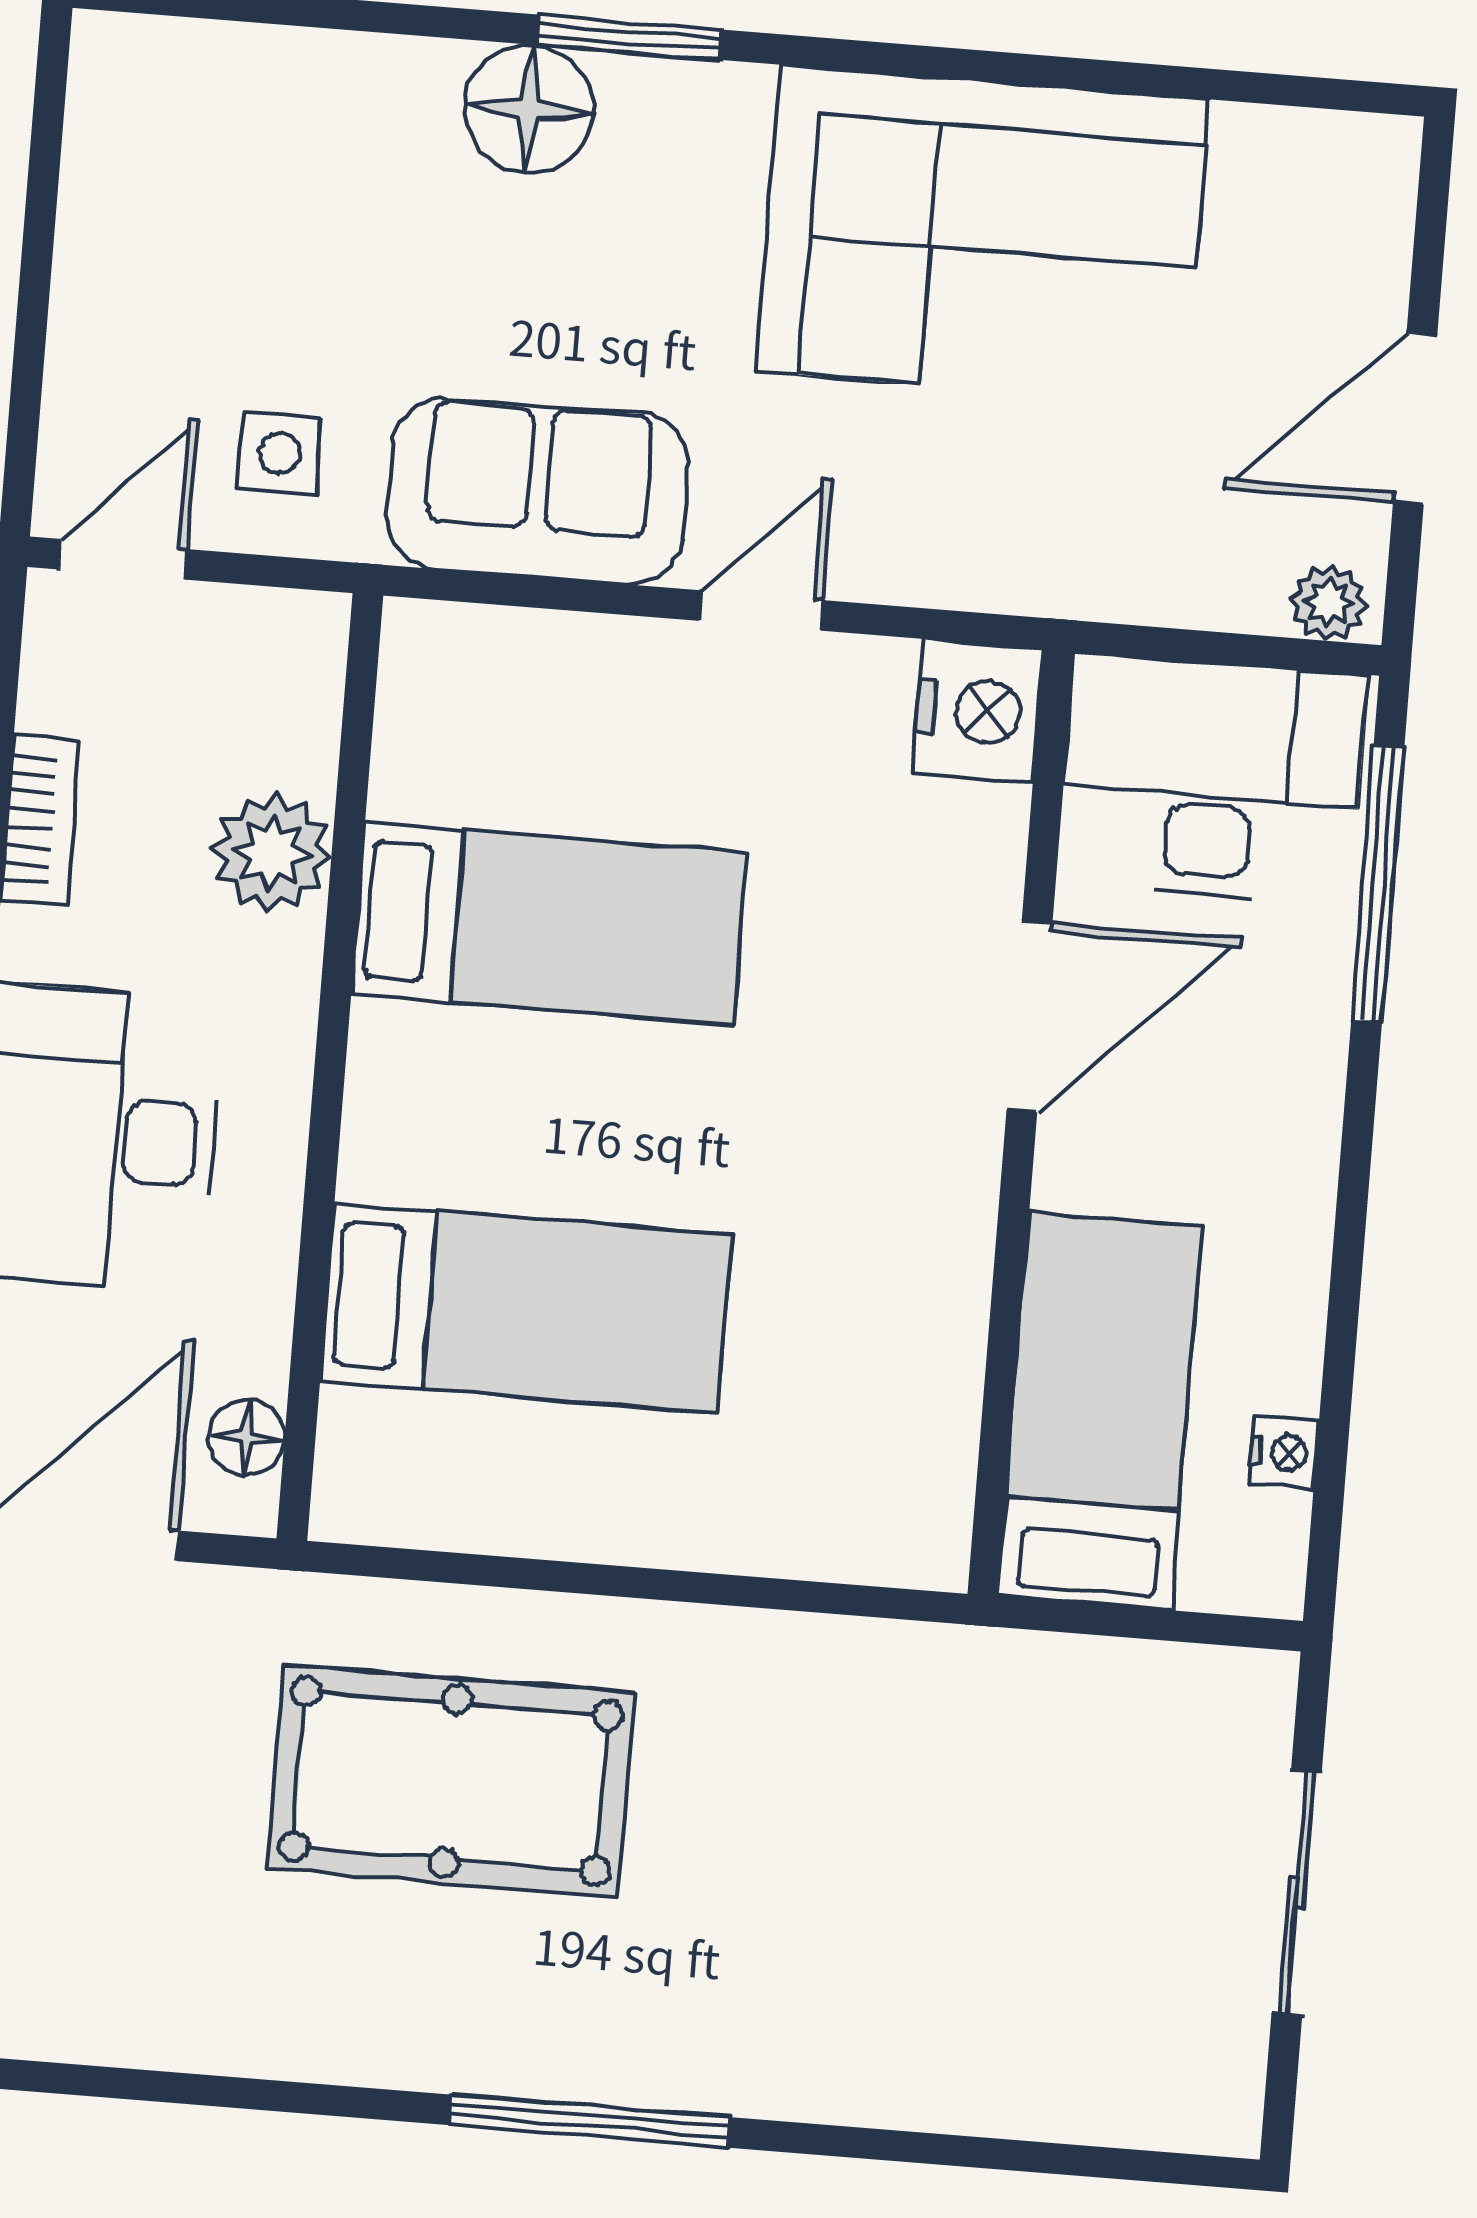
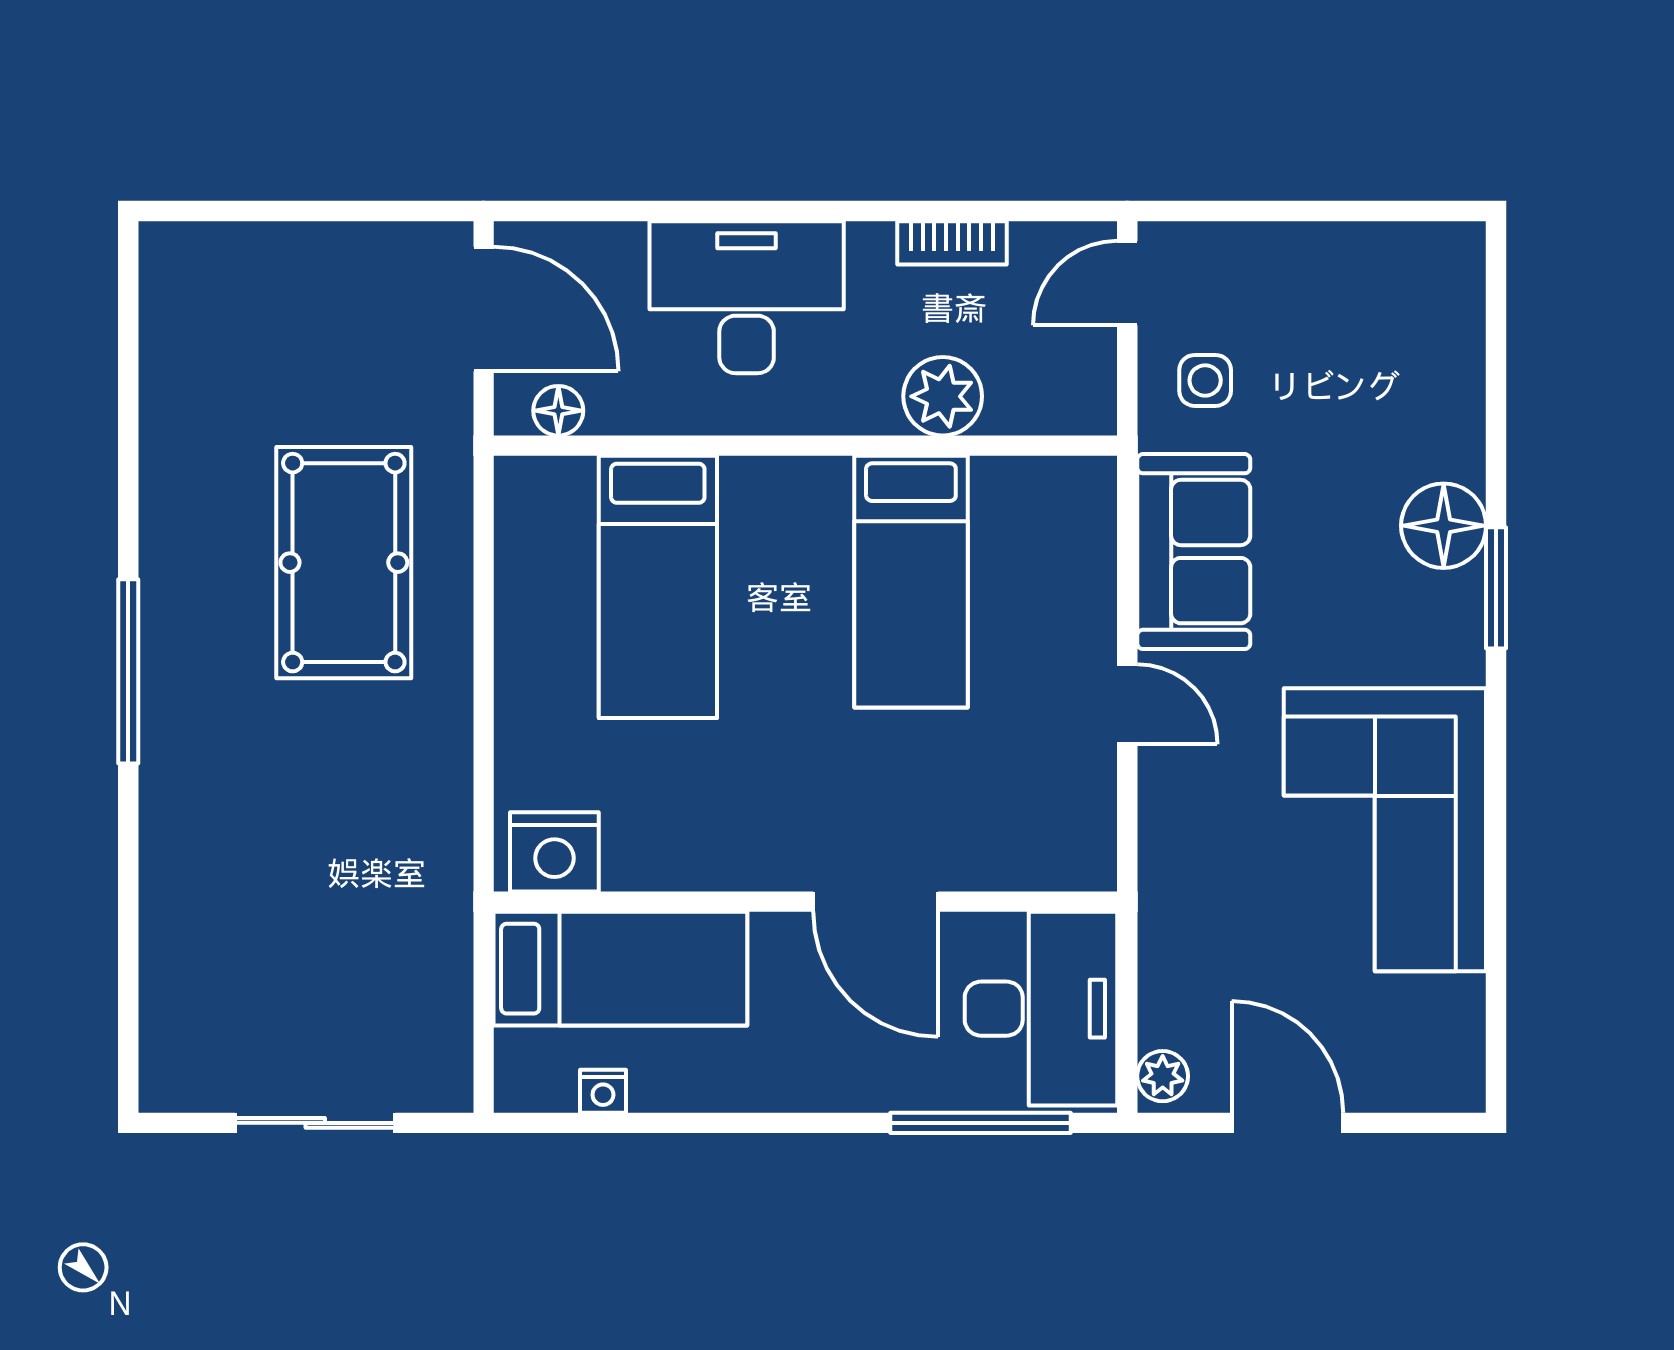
door: (123, 559) -> (1127, 283), swing flipped
nightstand: (978, 711) -> (554, 852), moved

